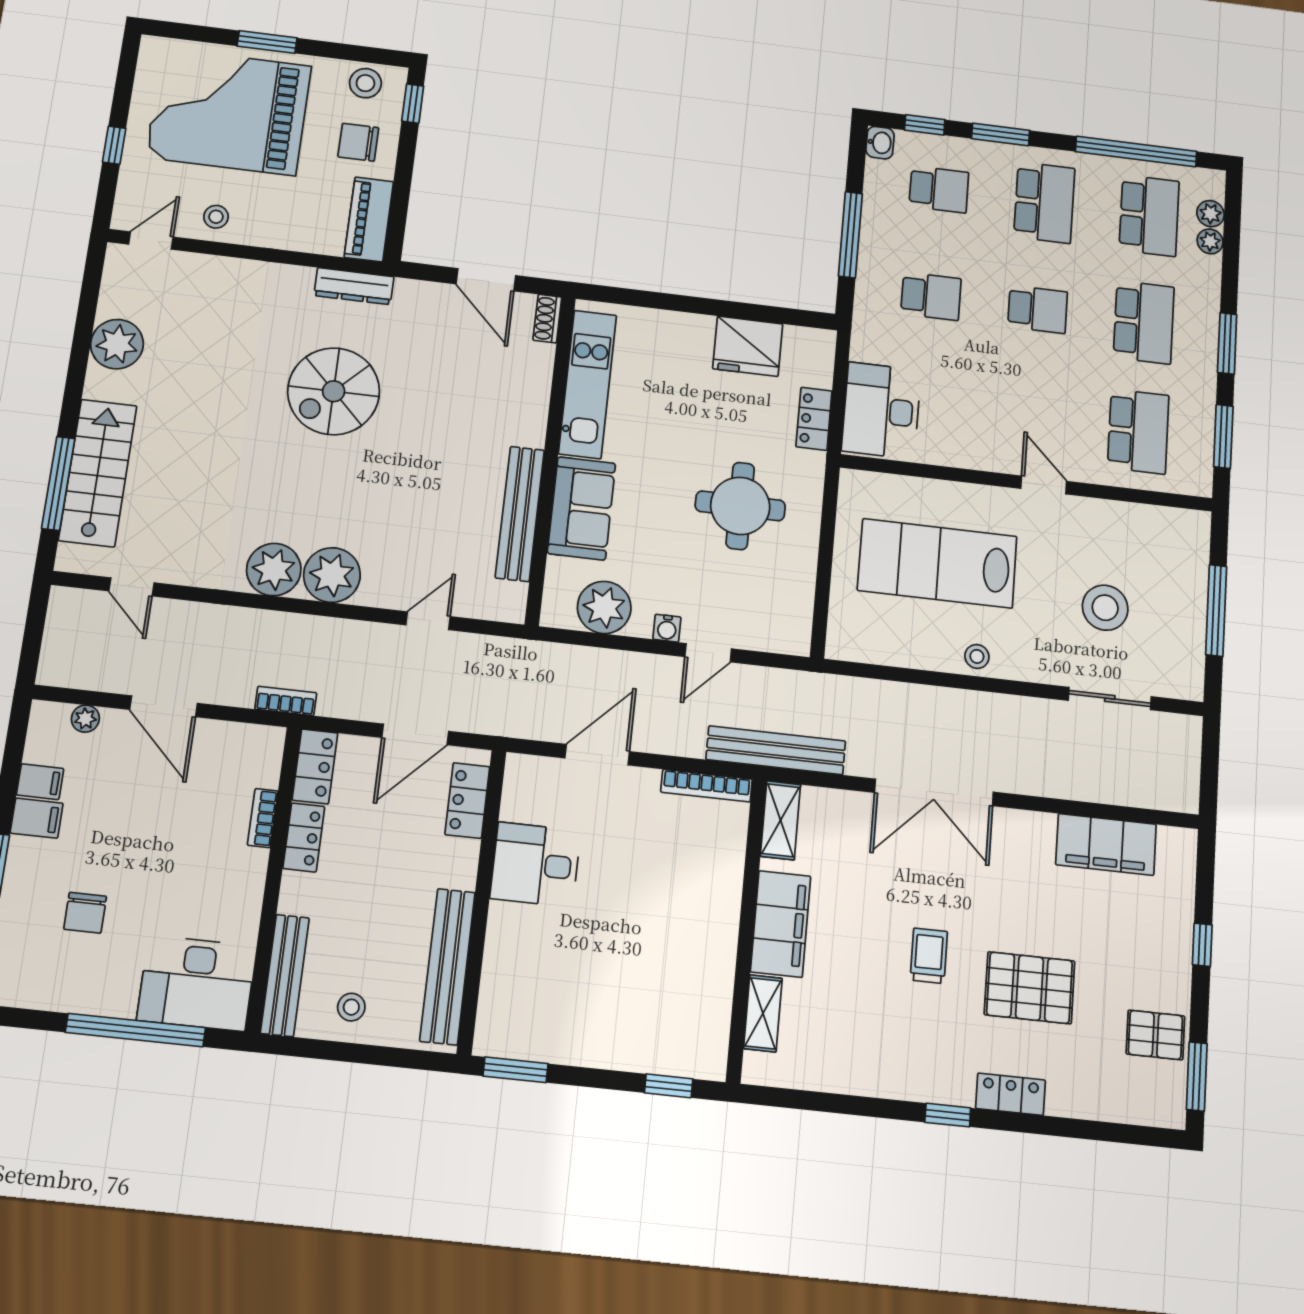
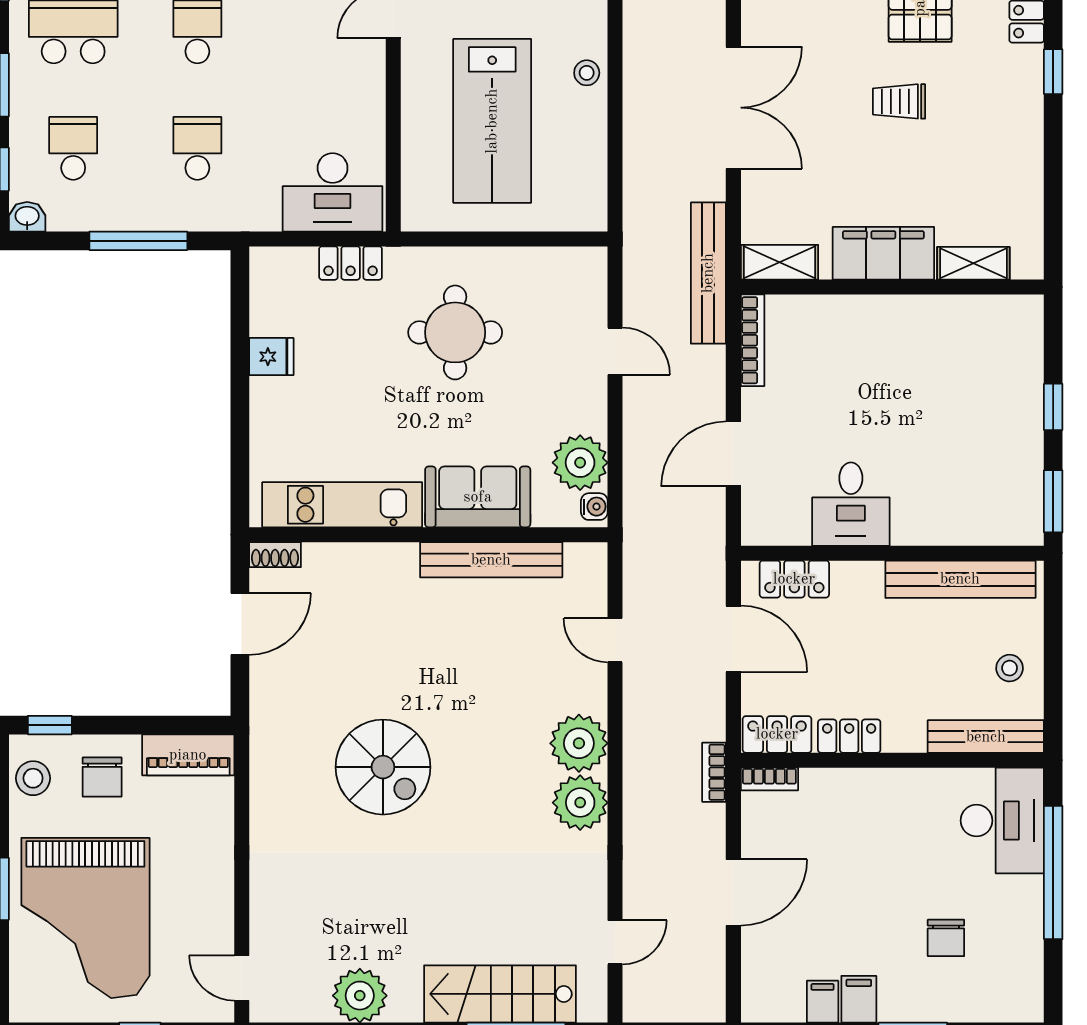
stool: (216, 217) -> (206, 915), removed
dresser: (354, 286) -> (265, 761), removed
fridge: (748, 346) -> (271, 357), width x0.53, depth x0.75
water cooler: (667, 628) -> (594, 507), moved
plant: (85, 719) -> (755, 967), removed
door: (597, 755) -> (733, 454), hinge flipped
bookcase: (263, 818) -> (769, 779), moved
chair: (85, 913) -> (946, 938), turned 90
window: (669, 1086) -> (1053, 407), moved

